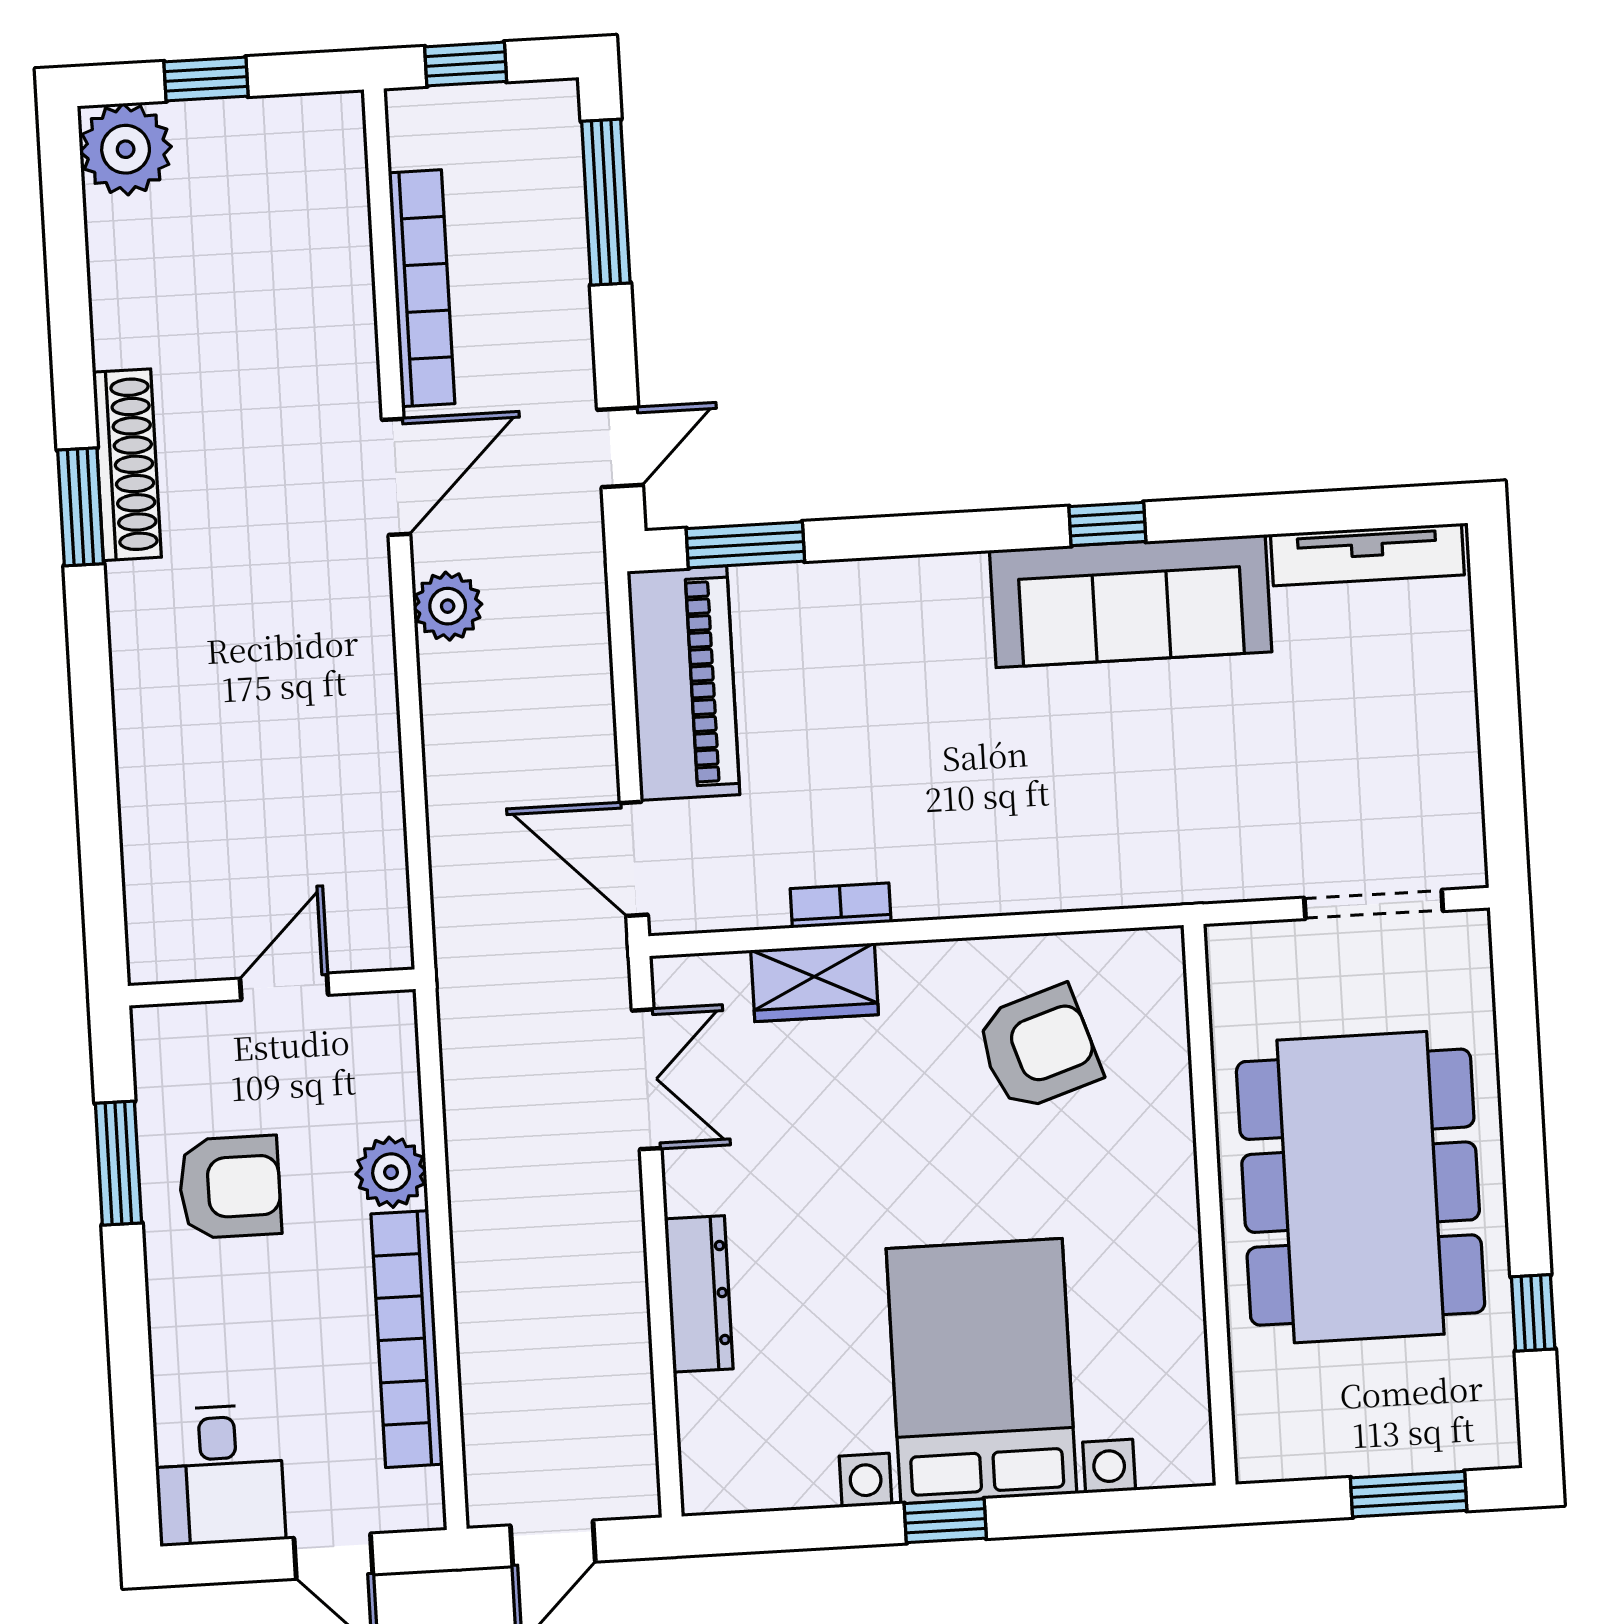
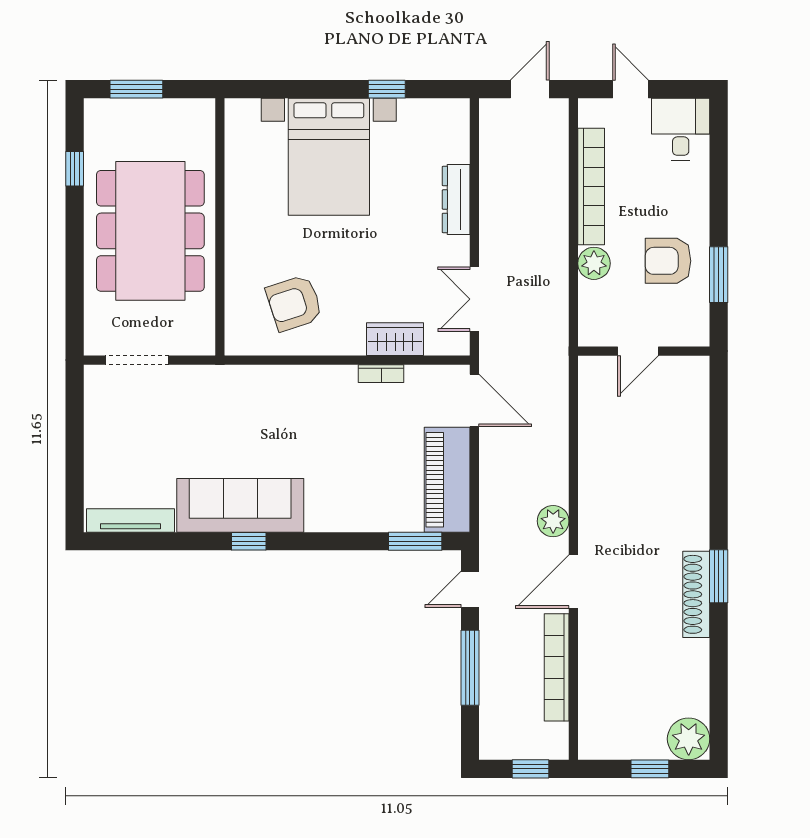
window: (606, 202) -> (470, 668), moved
window: (945, 1521) -> (387, 89), moved

